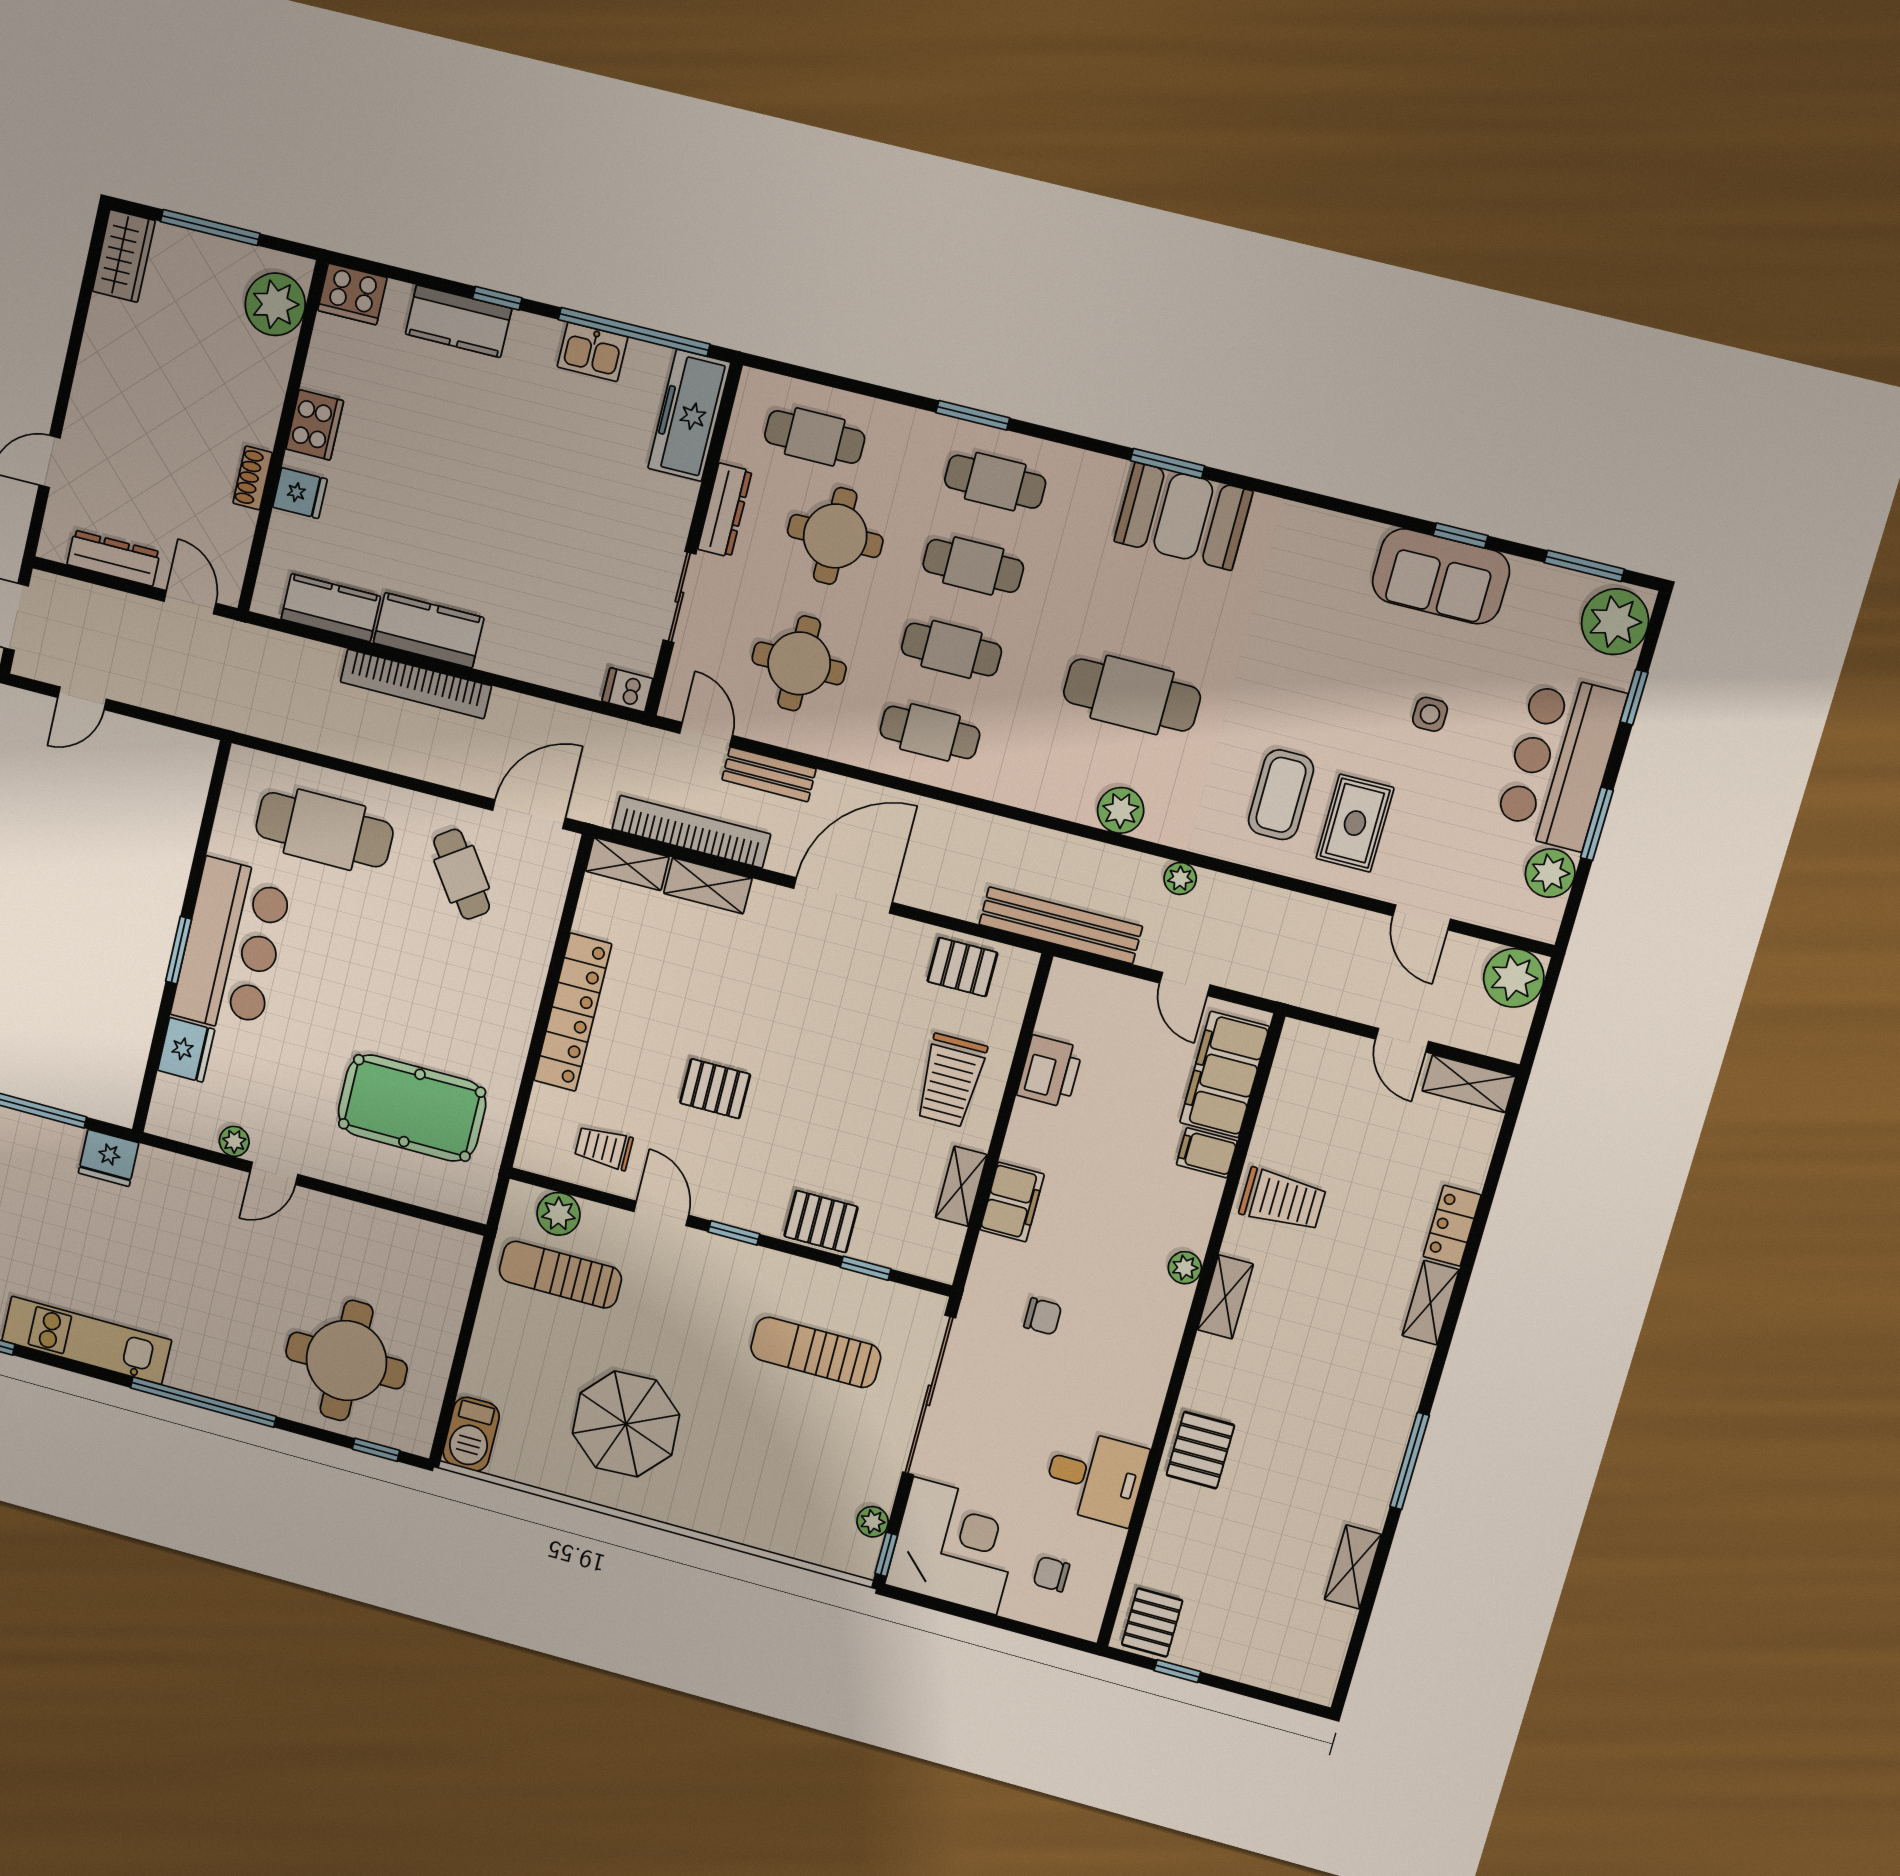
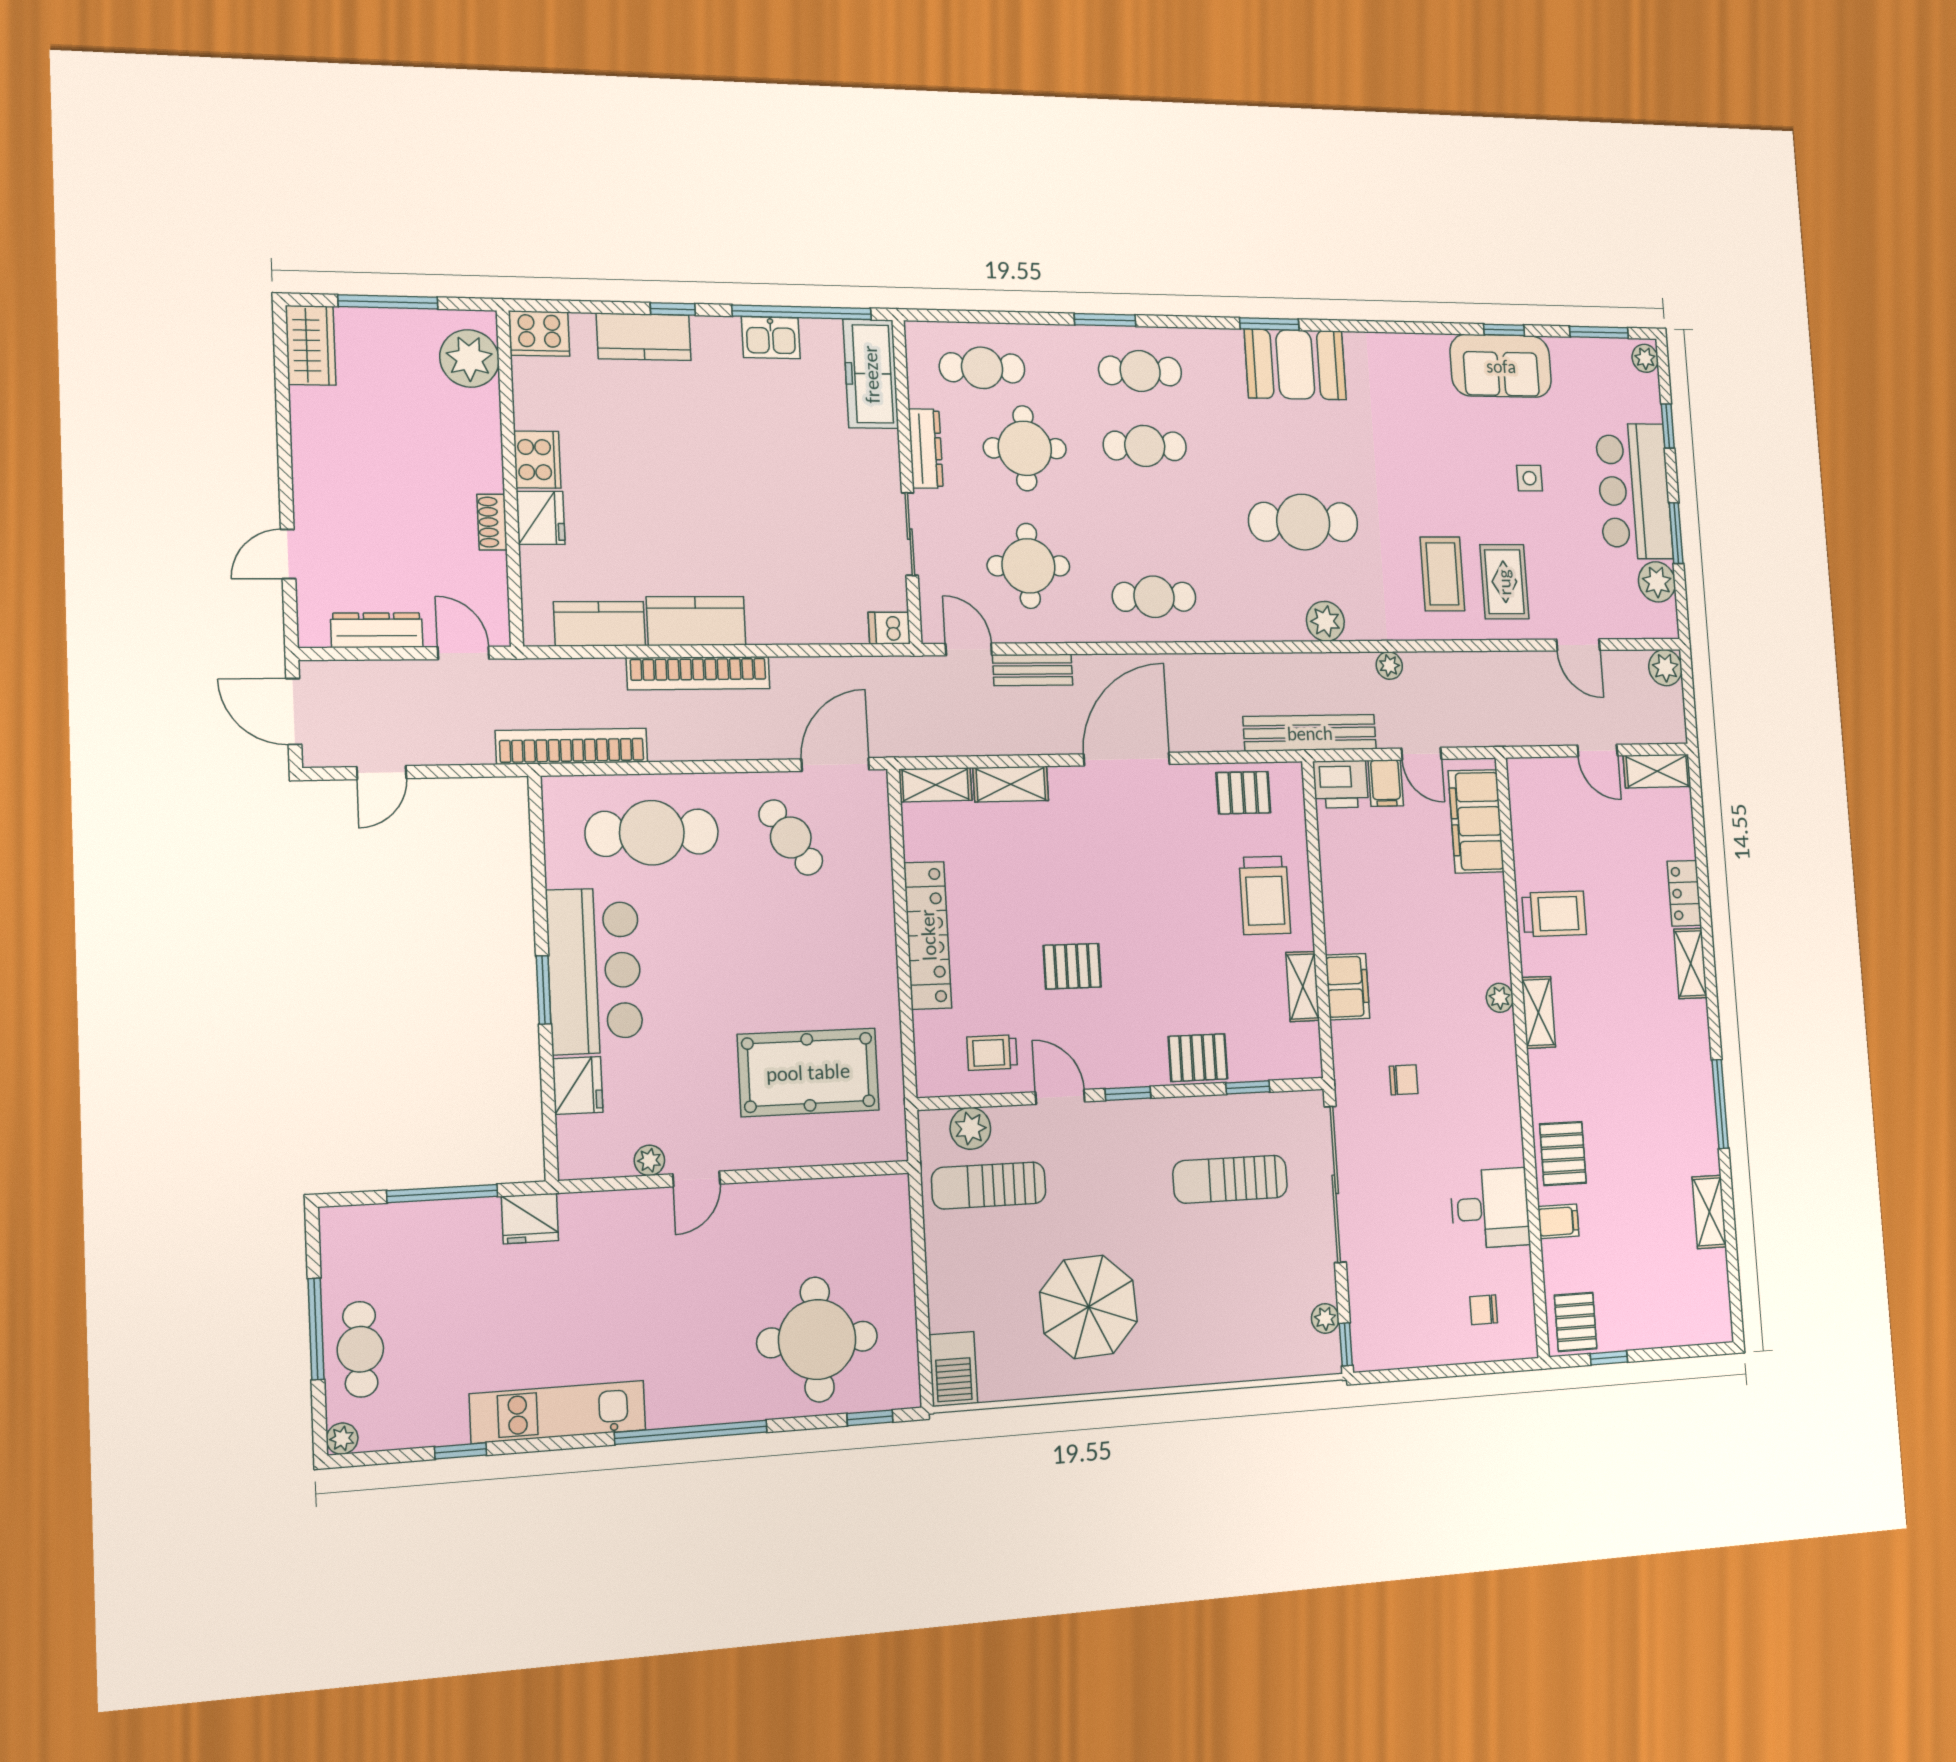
fridge: (300, 493) -> (541, 518), width x1.38
plant: (1615, 622) -> (1645, 358), width x0.53, depth x0.53
cafe table: (951, 649) -> (1149, 521), removed
bookcase: (691, 832) -> (572, 746), moved
plant: (1514, 978) -> (1665, 668), width x0.73, depth x0.73
printer: (1050, 1071) -> (1341, 784), moved, turned 90
filing cabinet: (1207, 1153) -> (1386, 783), moved, turned -90
filing cabinet: (1170, 1516) -> (1558, 1221), added
corner desk: (955, 1546) -> (1399, 1314), removed

